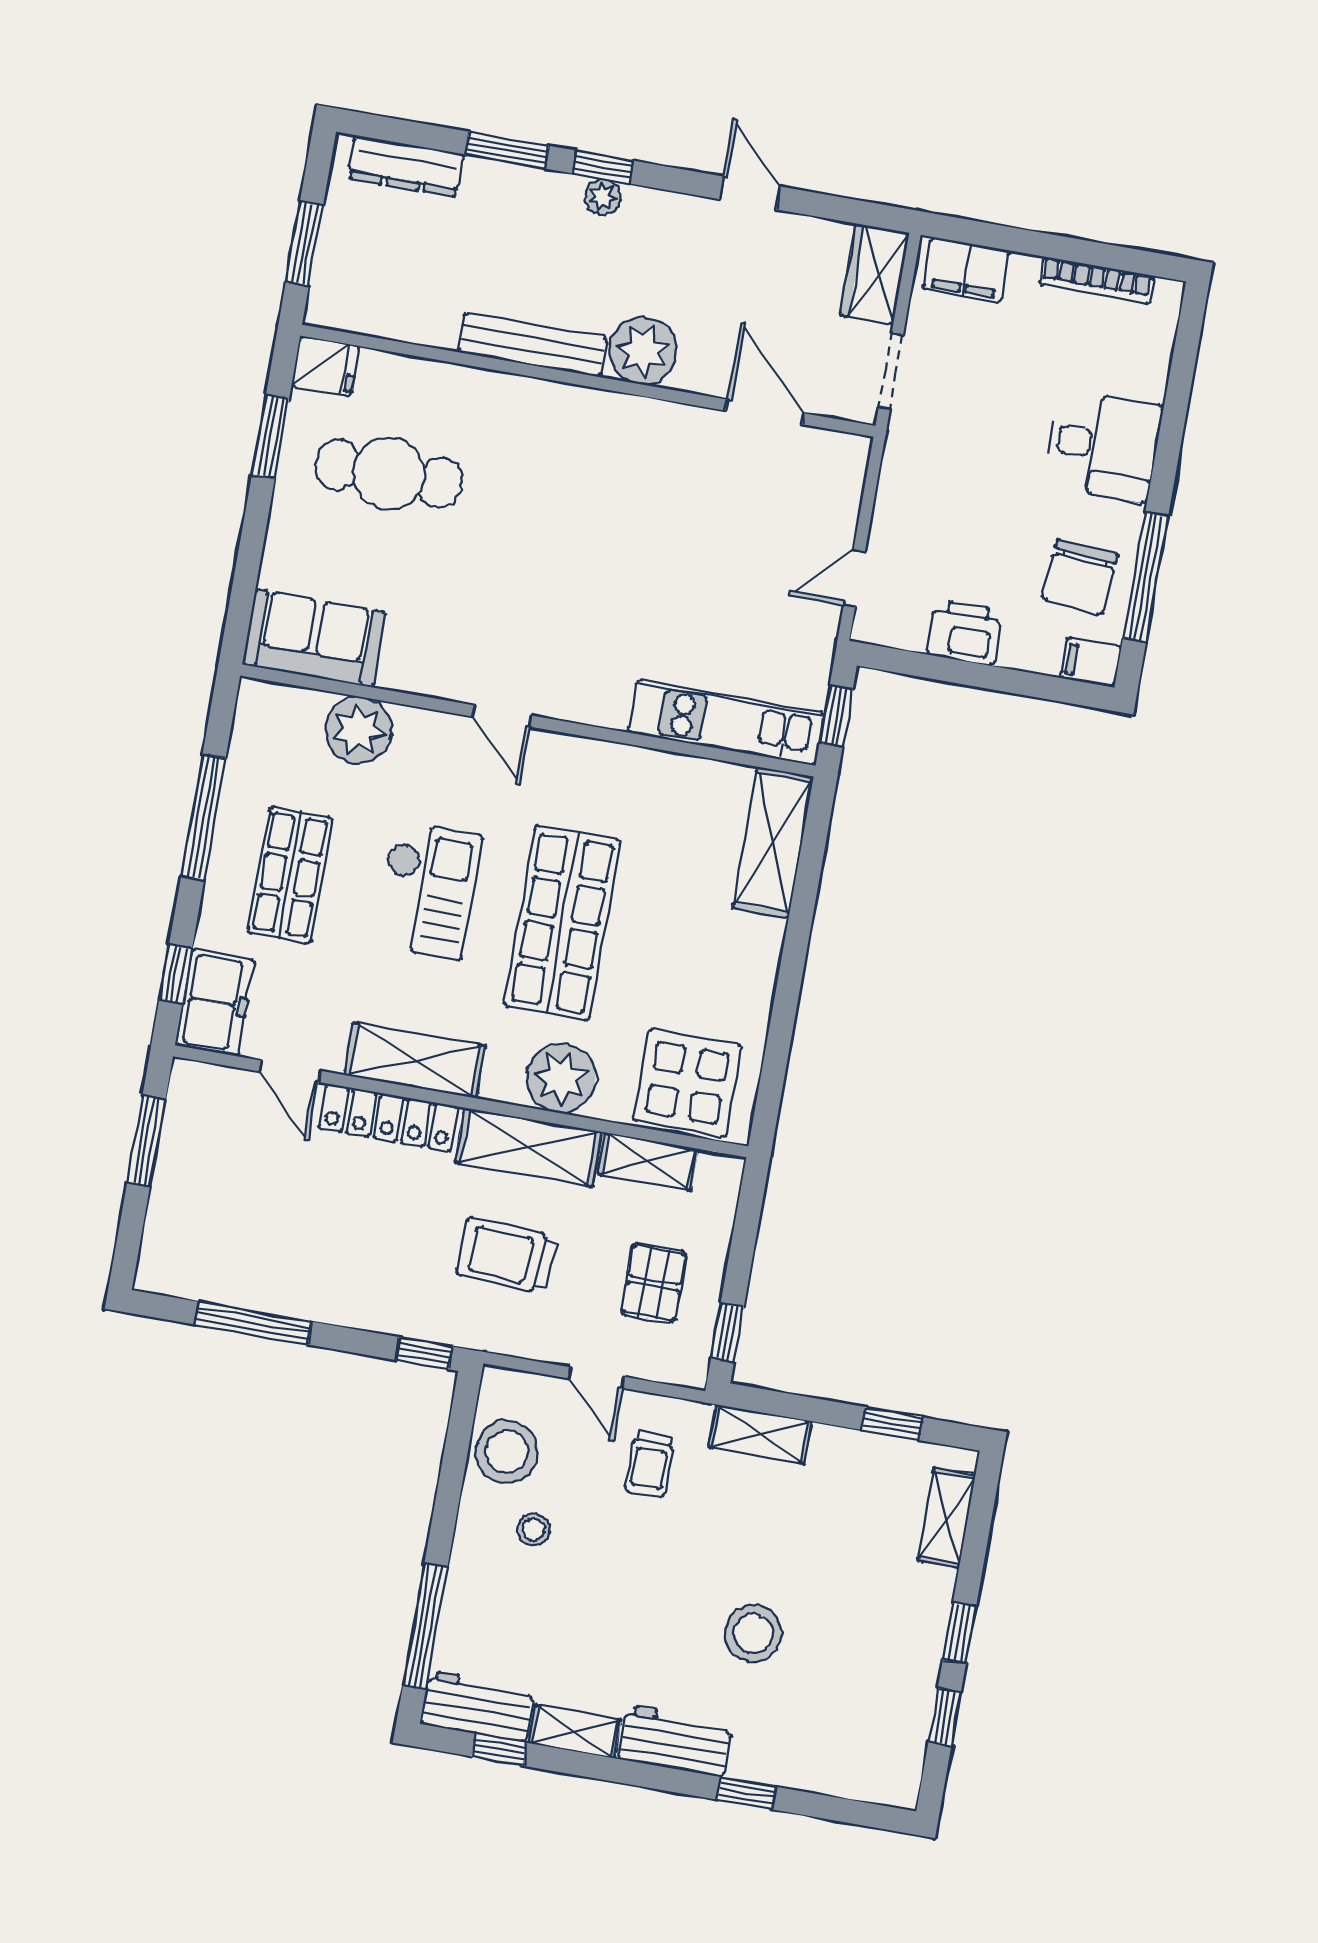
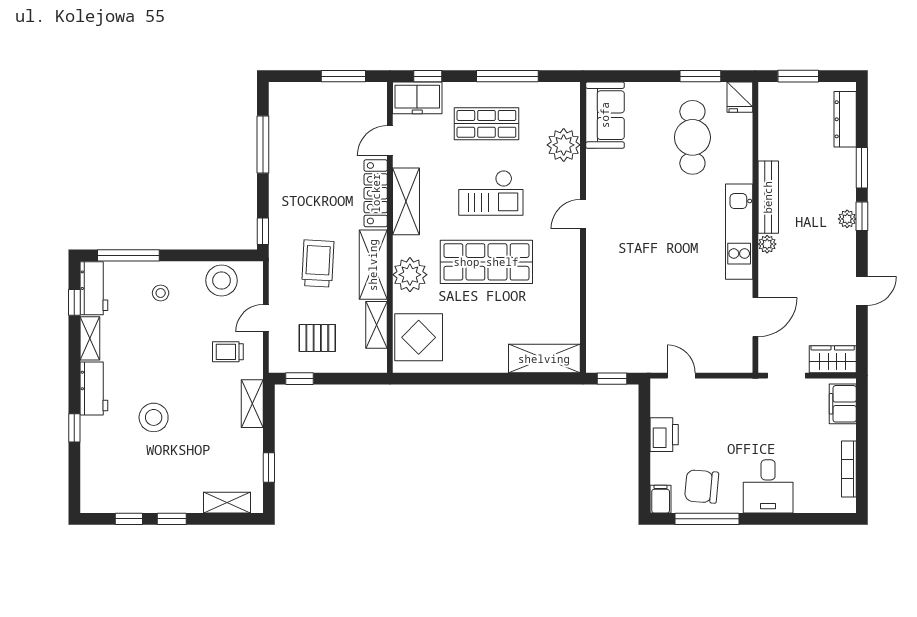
plant: (643, 351) -> (767, 244), width x0.53, depth x0.53
kitchen unit: (726, 723) -> (739, 232), moved, turned 180
stool: (534, 1529) -> (161, 293), moved

